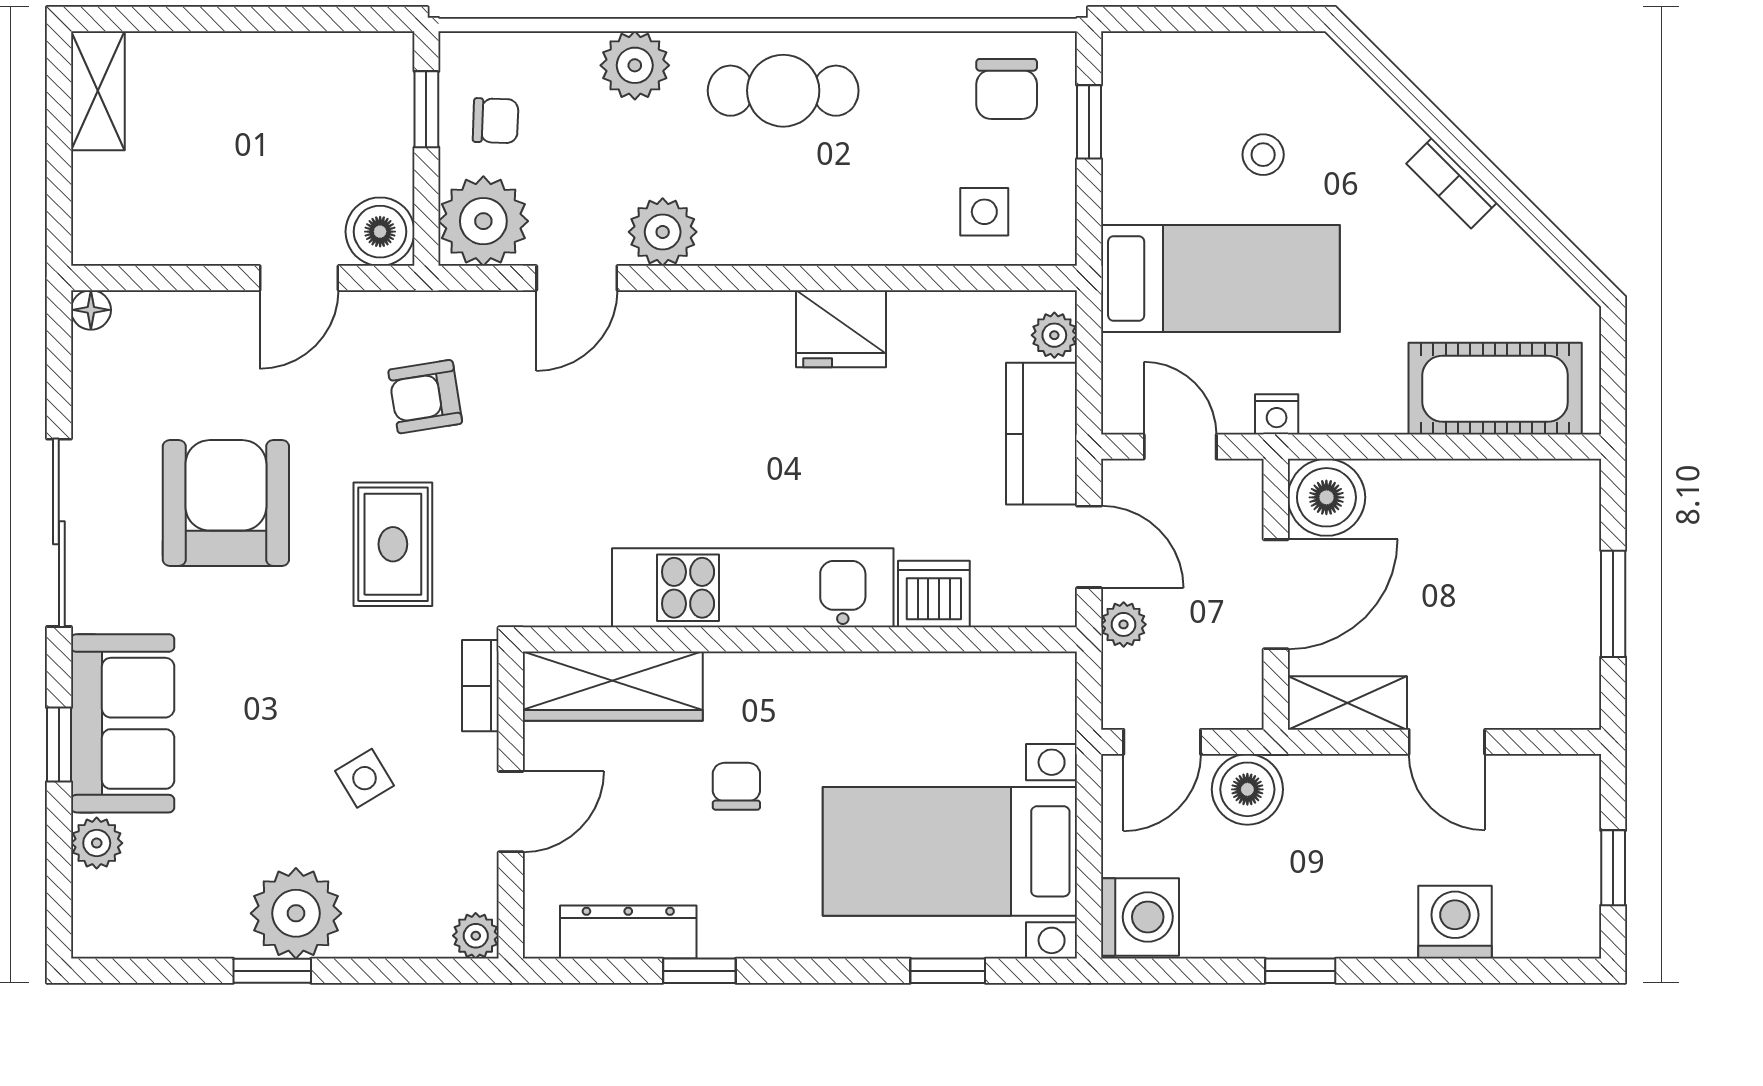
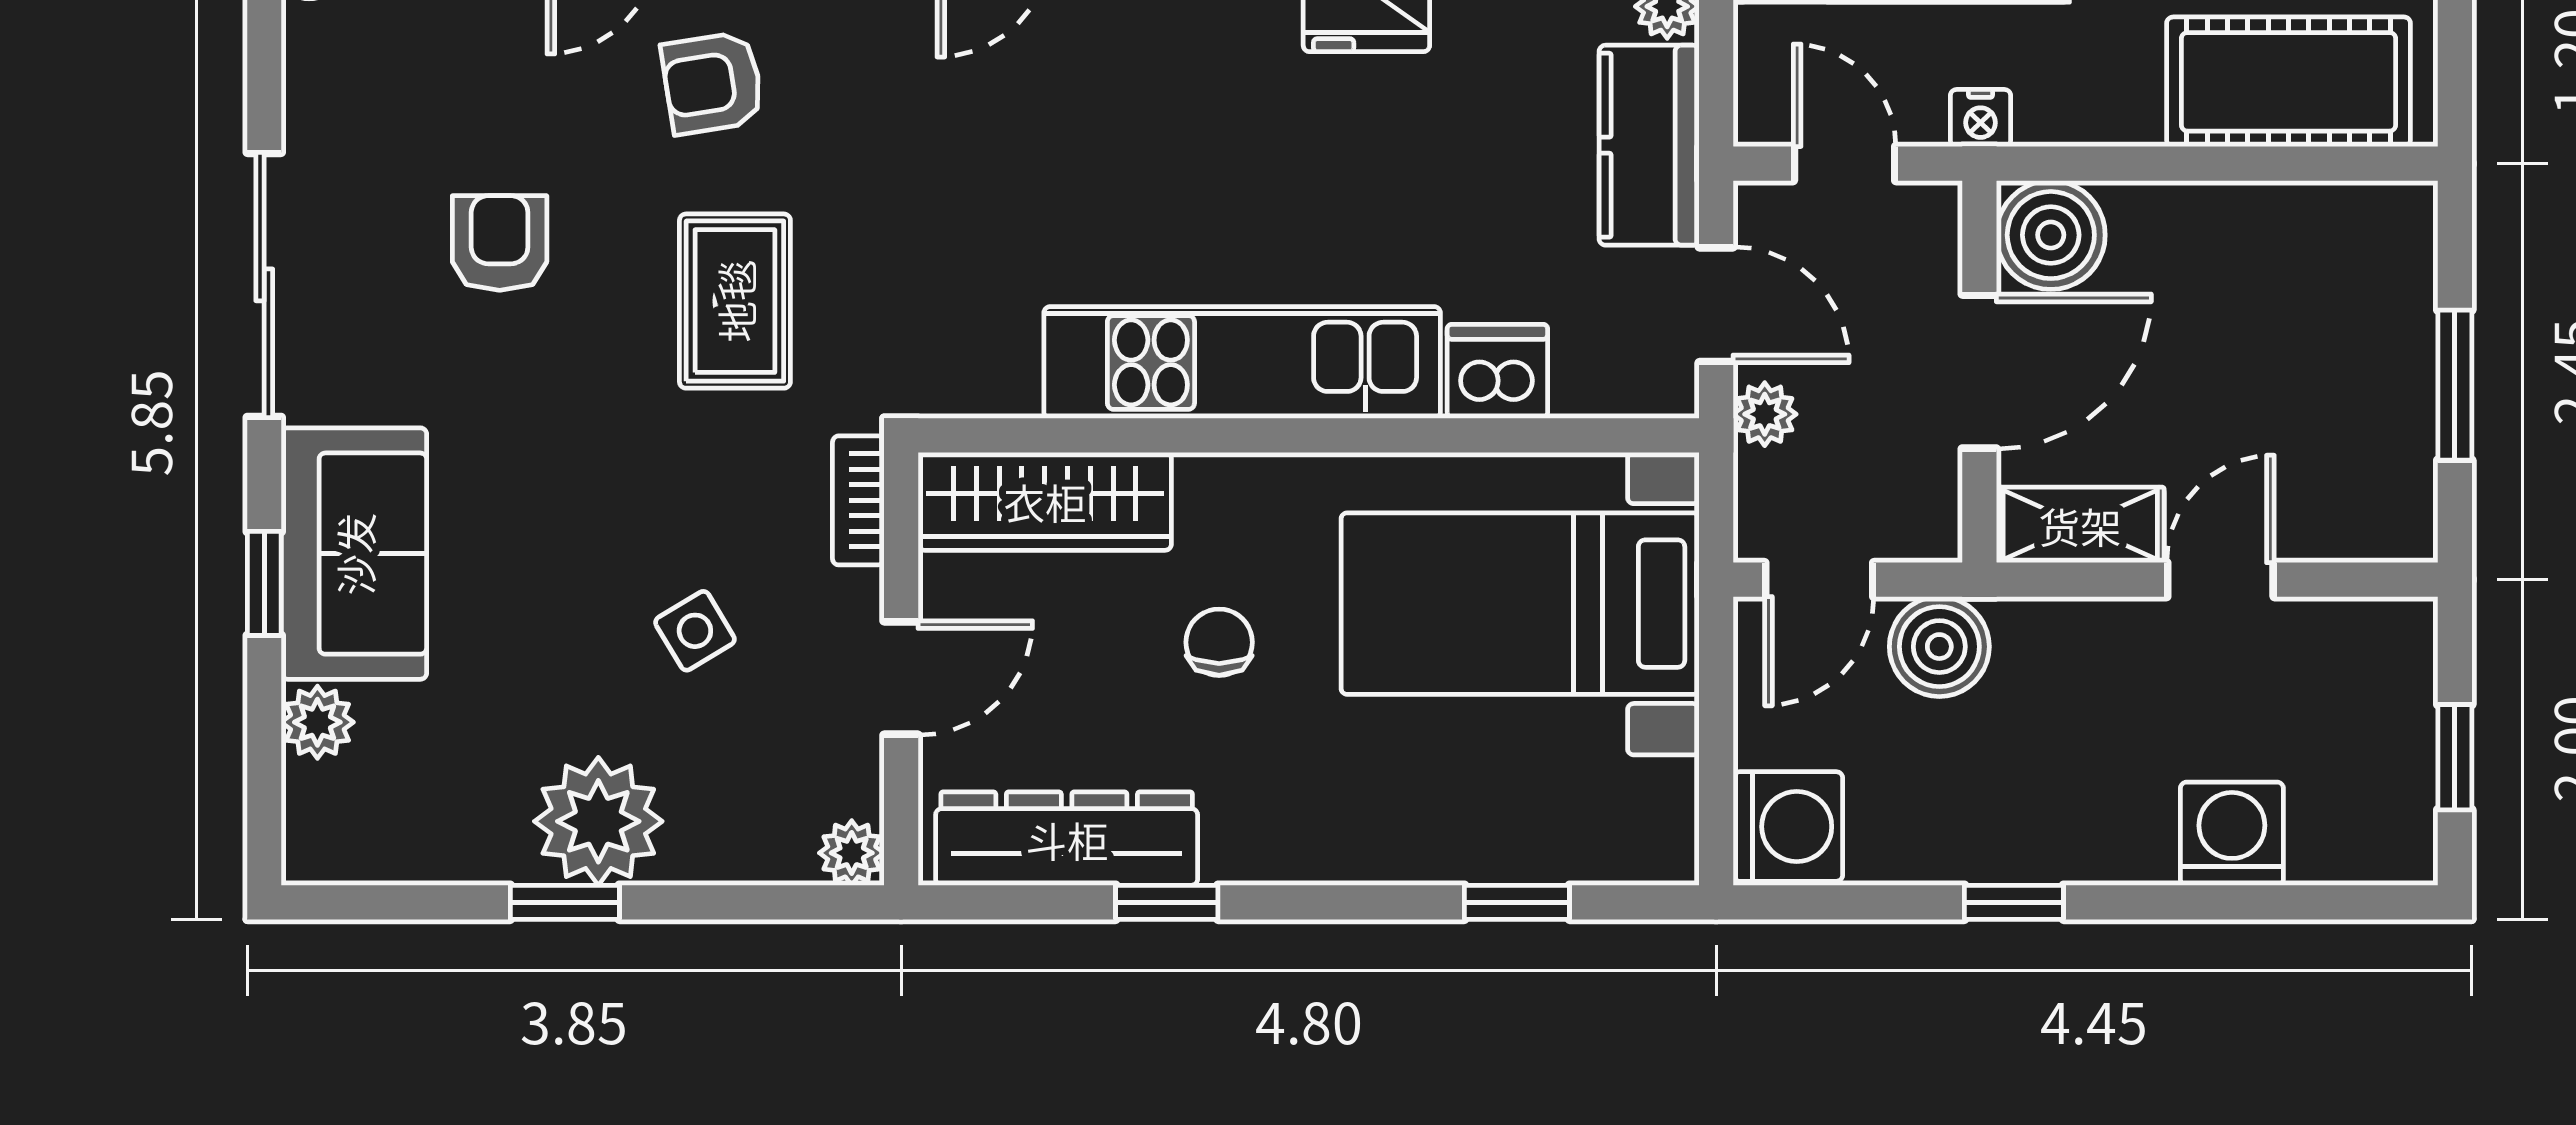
armchair: (425, 397) -> (712, 83), moved
armchair: (226, 503) -> (500, 243), width x0.53, depth x0.53
door: (1447, 742) -> (2220, 580), swing flipped
bed with nightstands: (950, 851) -> (1520, 604), moved
dresser: (628, 932) -> (1067, 839), width x1.37, depth x1.24

